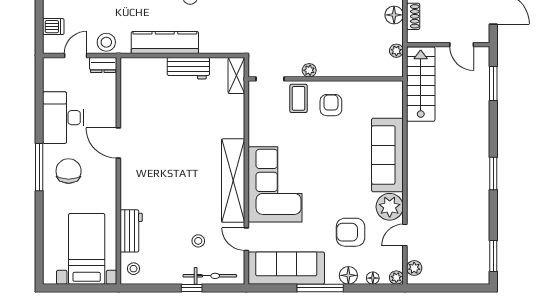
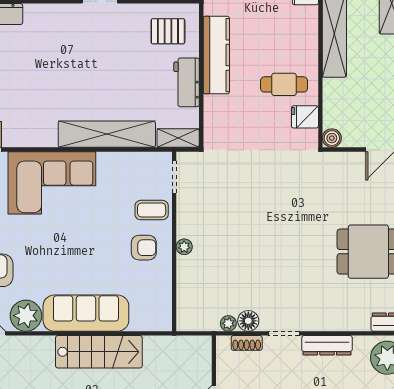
plant: (396, 51) -> (228, 323), moved
plant: (309, 70) -> (184, 247), moved
pallet: (144, 84) -> (168, 31), added
stairs: (421, 84) -> (99, 352), moved
shelving: (233, 181) -> (107, 134), moved

